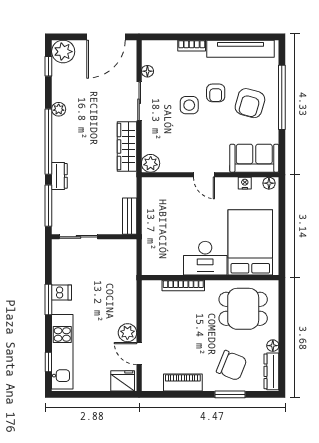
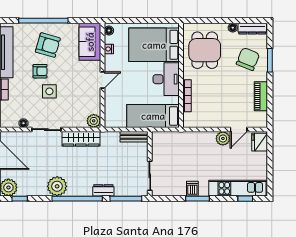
plant: (59, 109) -> (57, 186), width x1.87, depth x1.87
bed: (157, 241) -> (153, 116), added

